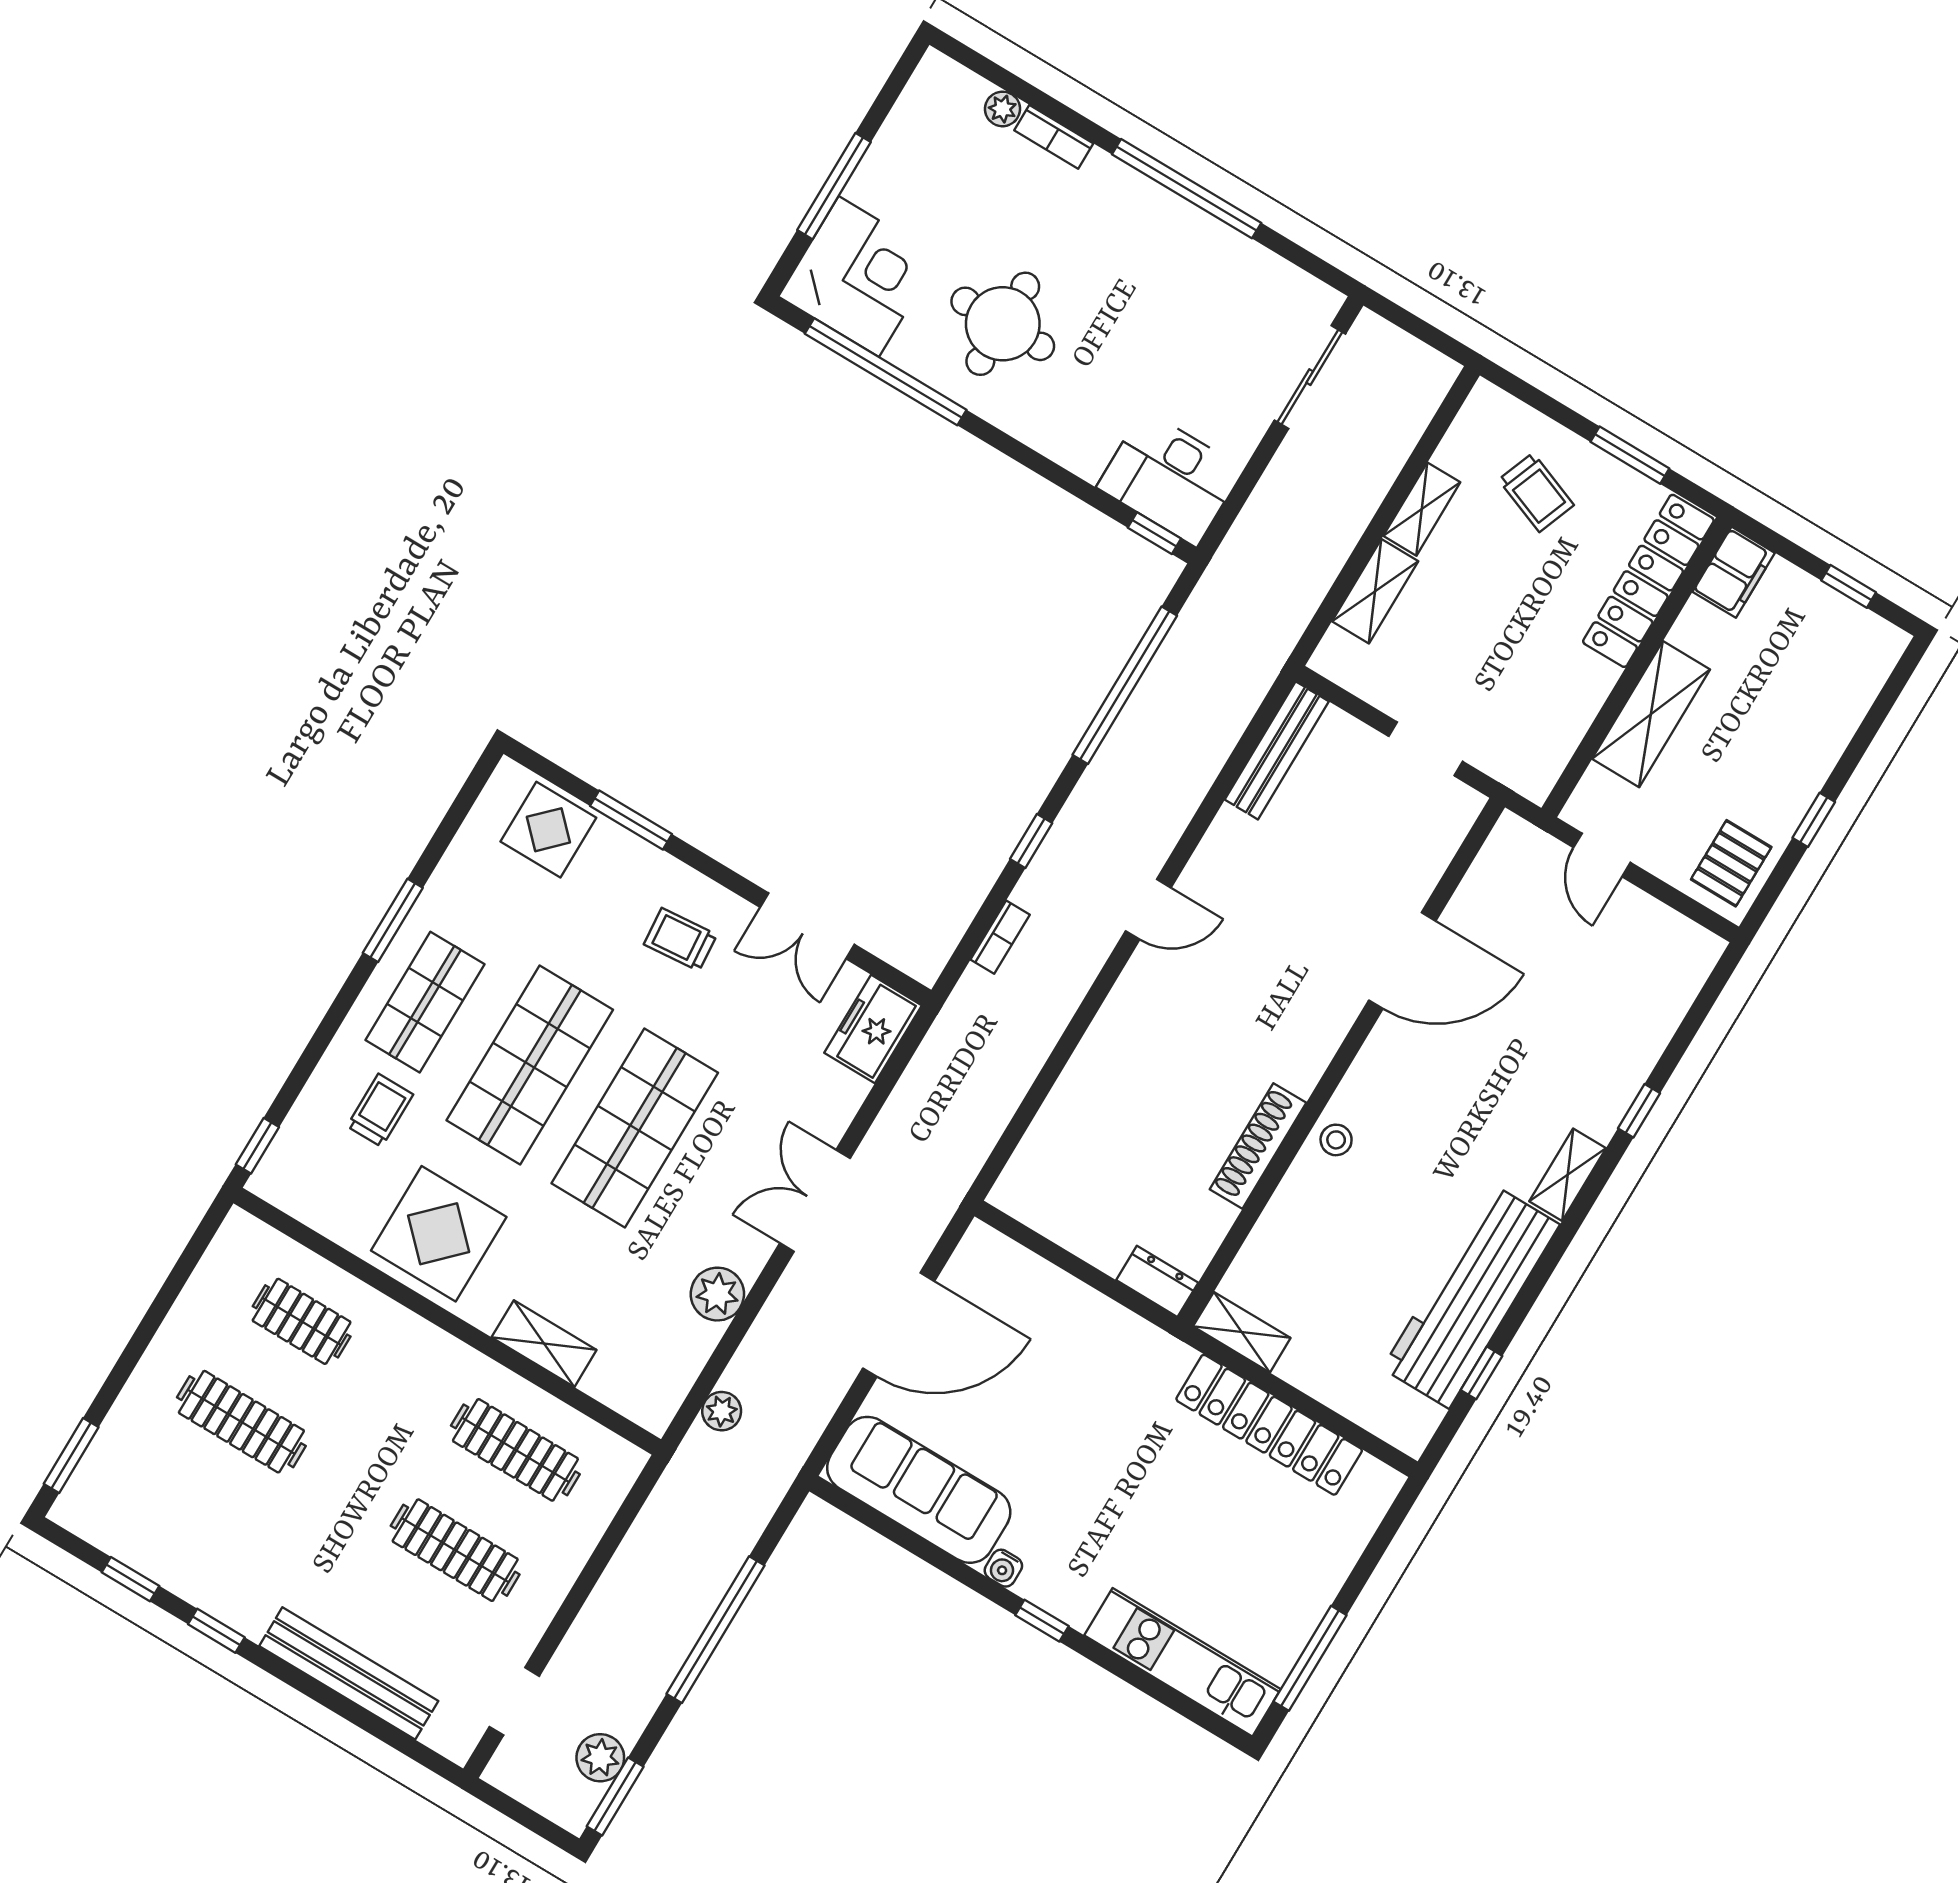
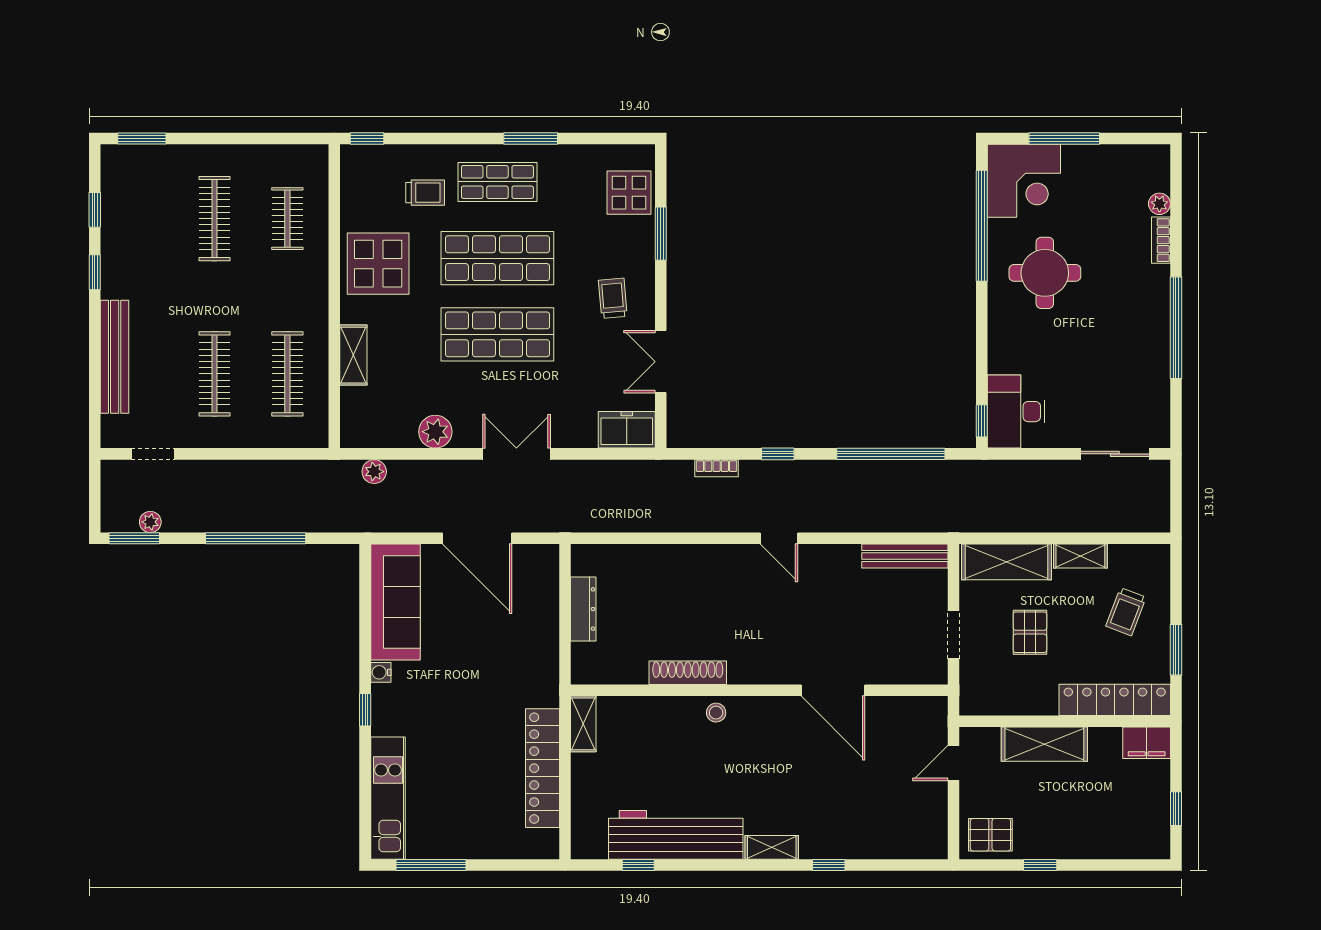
shelving: (1375, 591) -> (1007, 562), width x1.50, depth x1.33
pallet: (1485, 641) -> (1030, 632), added
dresser: (1157, 1281) -> (583, 609), moved, width x1.44
plant: (600, 1758) -> (150, 522), width x0.73, depth x0.73

